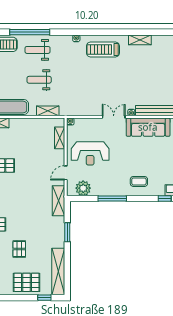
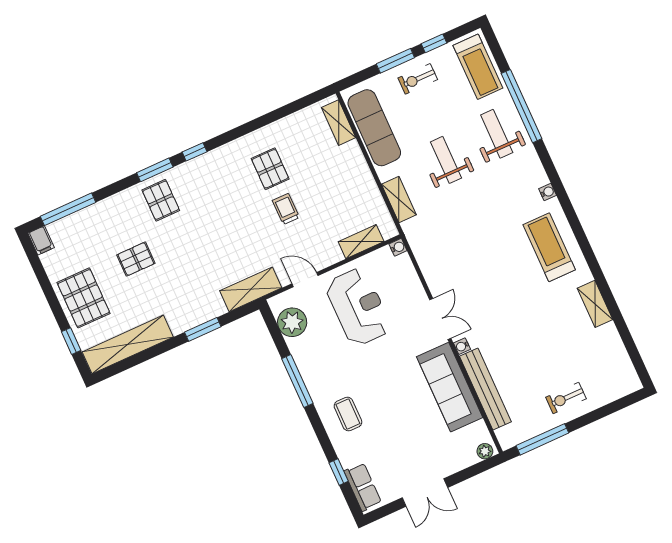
reception desk: (90, 153) -> (358, 307), turned 180
trolley: (28, 167) -> (286, 209), added

